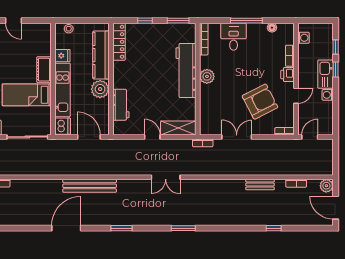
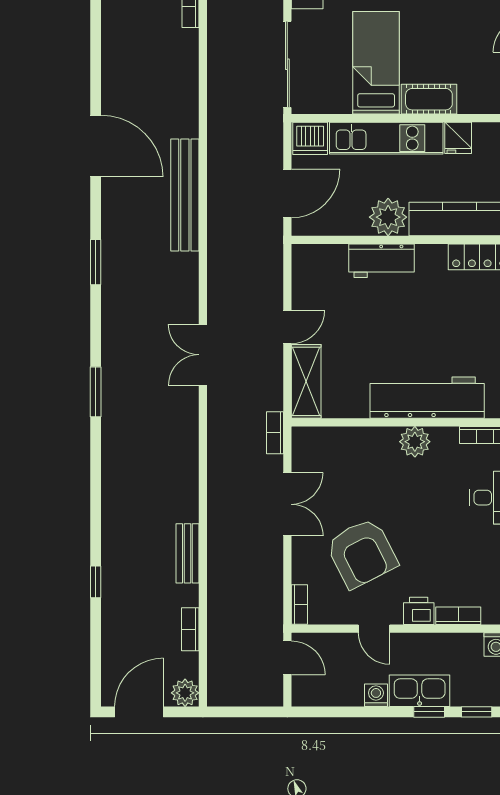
workbench: (121, 105) -> (381, 261), moved

